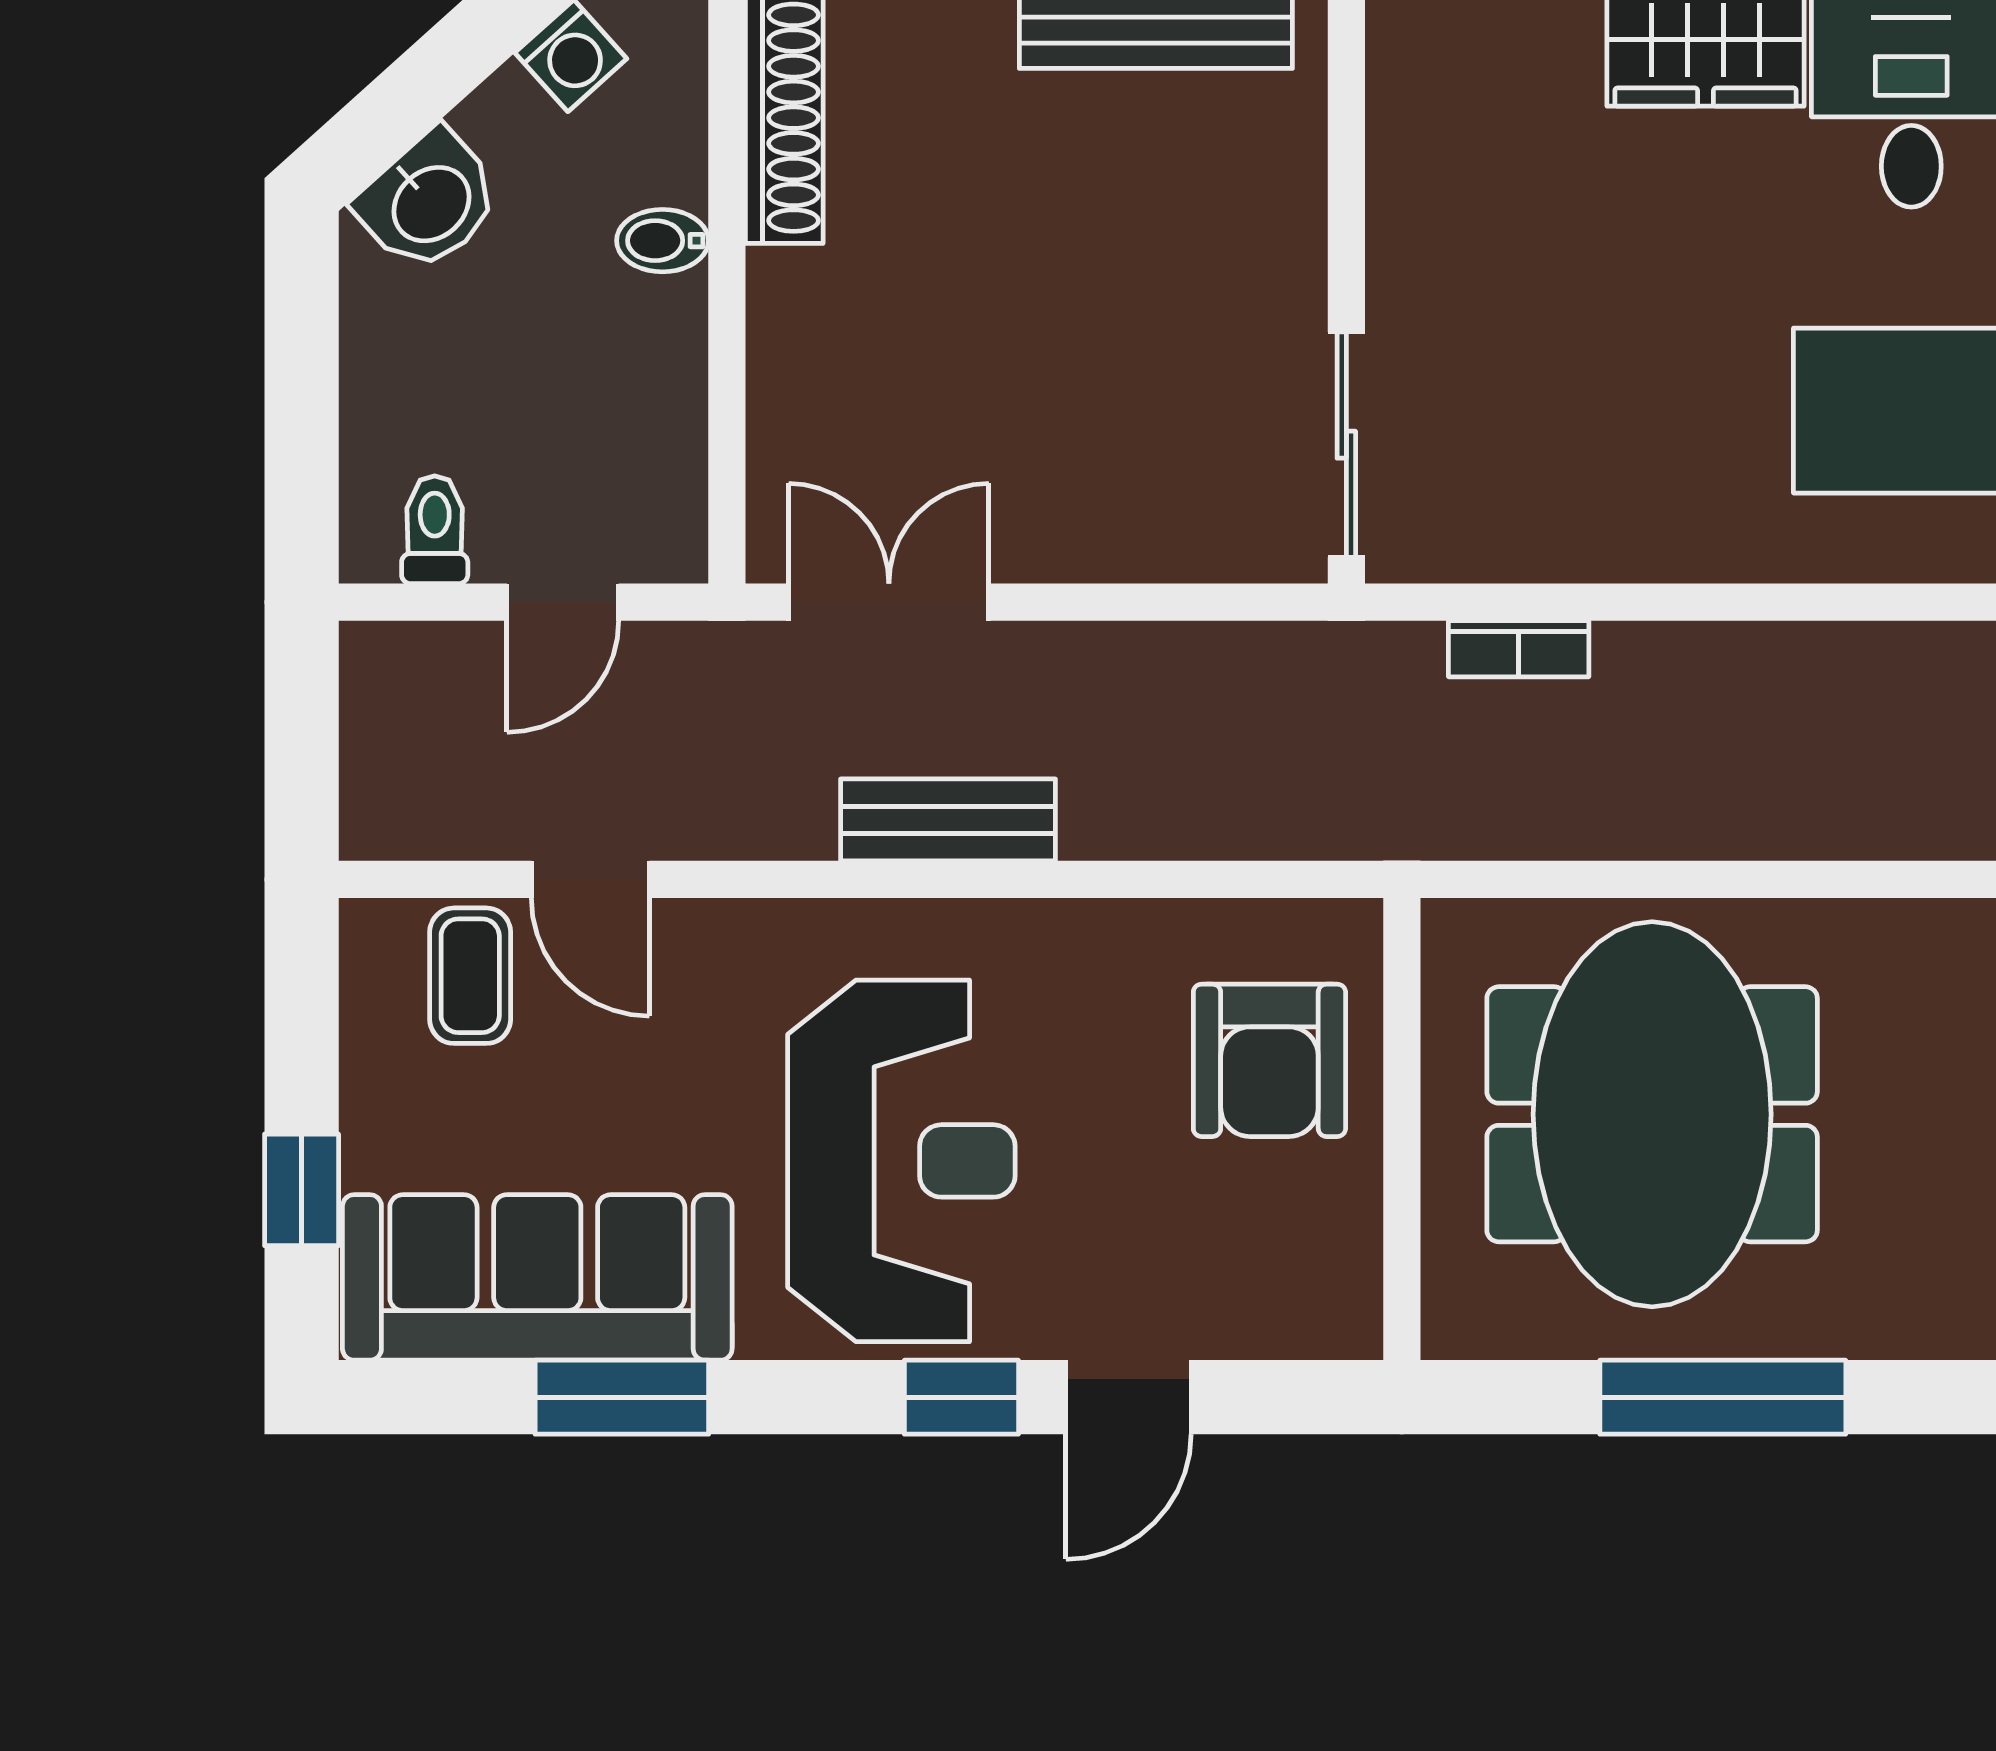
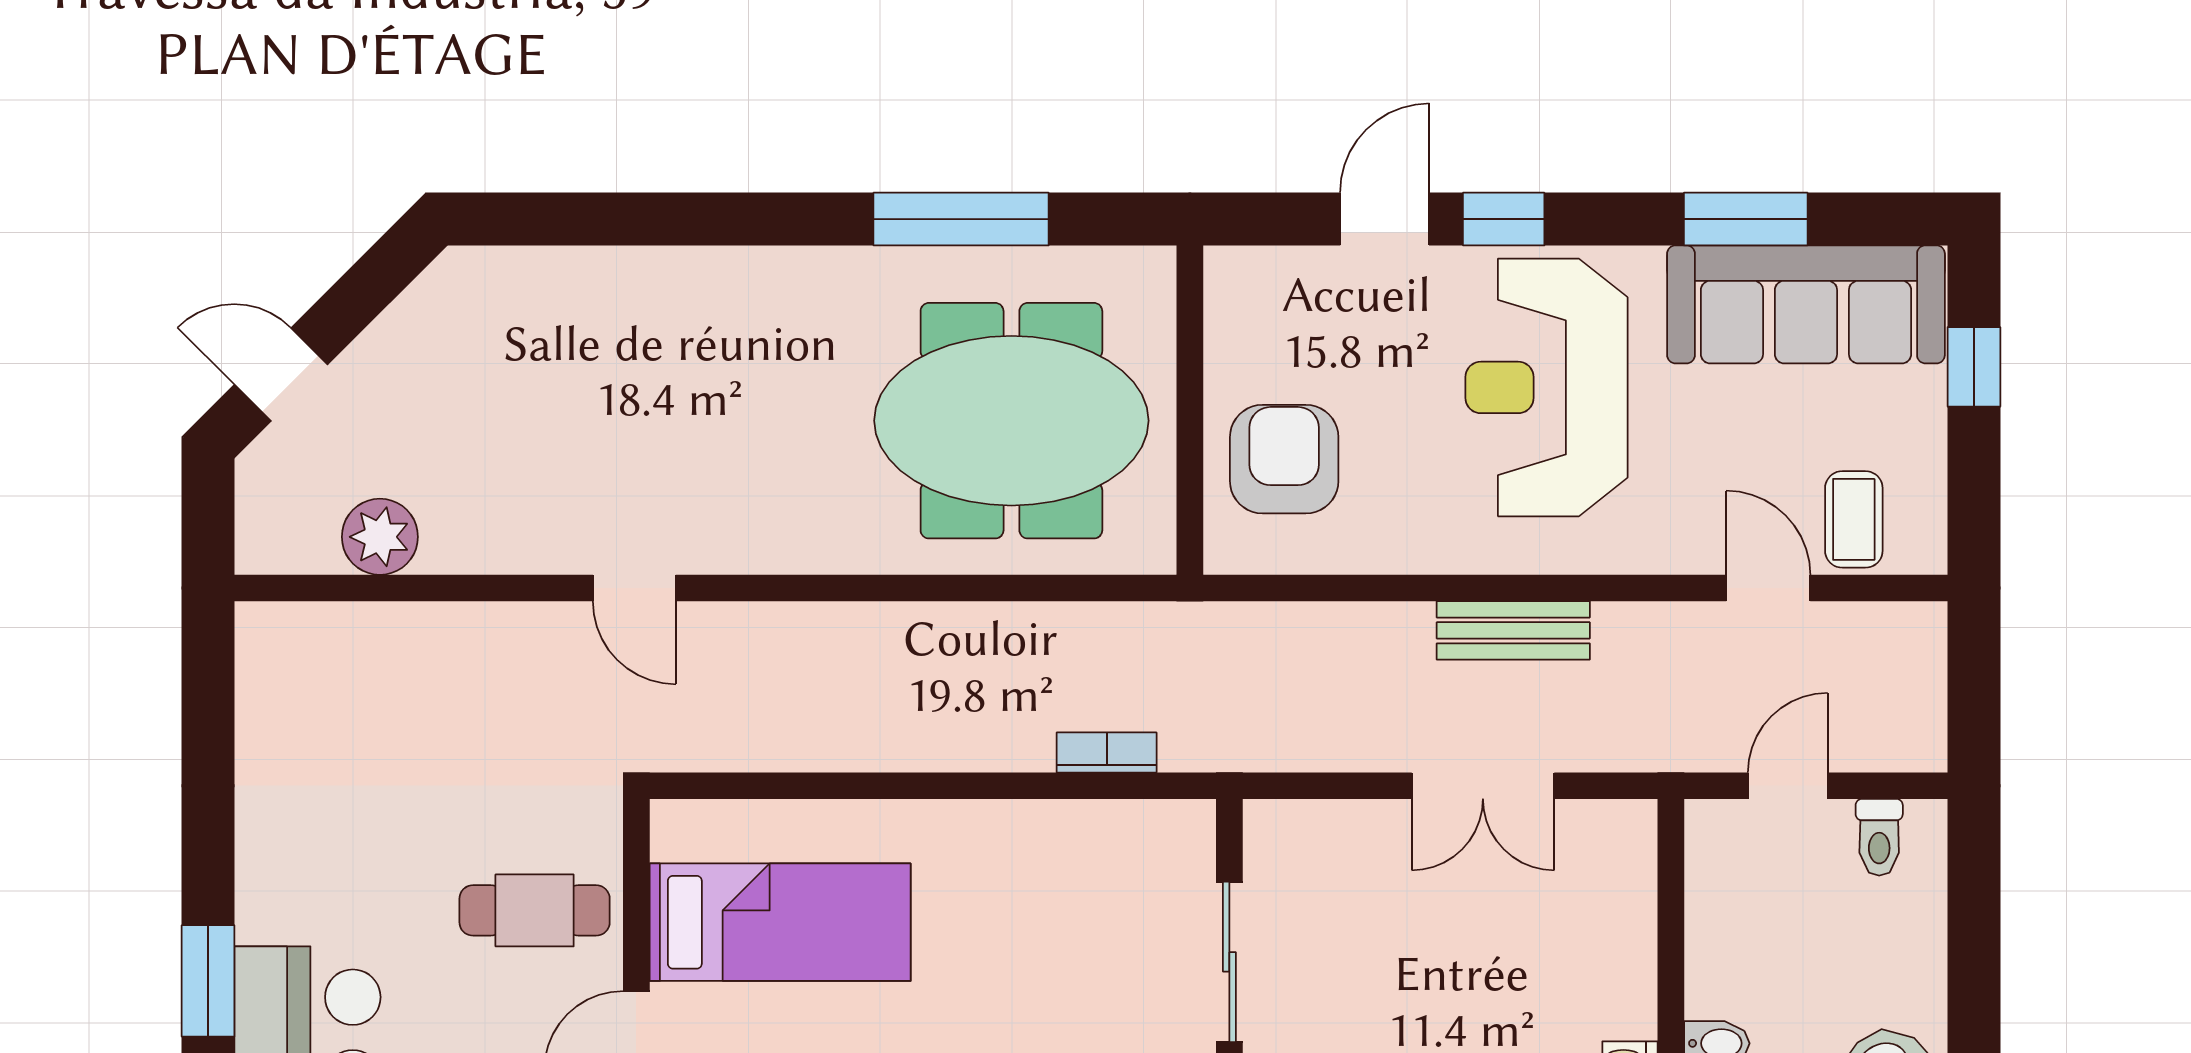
sliding door: (1346, 445) -> (1229, 962), moved
double door: (889, 602) -> (1483, 786), moved
meeting table: (1652, 1114) -> (1011, 421), turned 90

